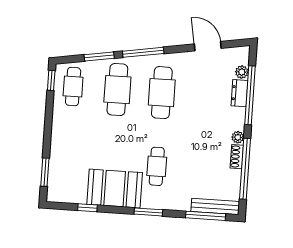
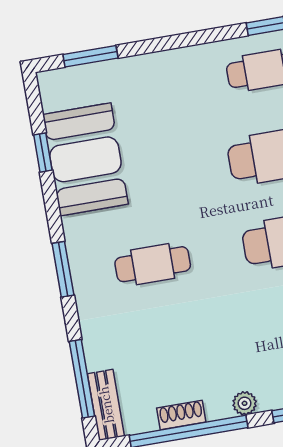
shoe rack: (237, 157) -> (181, 415), moved
booth: (115, 188) -> (85, 159), moved
bench: (215, 207) -> (106, 405), width x0.73

